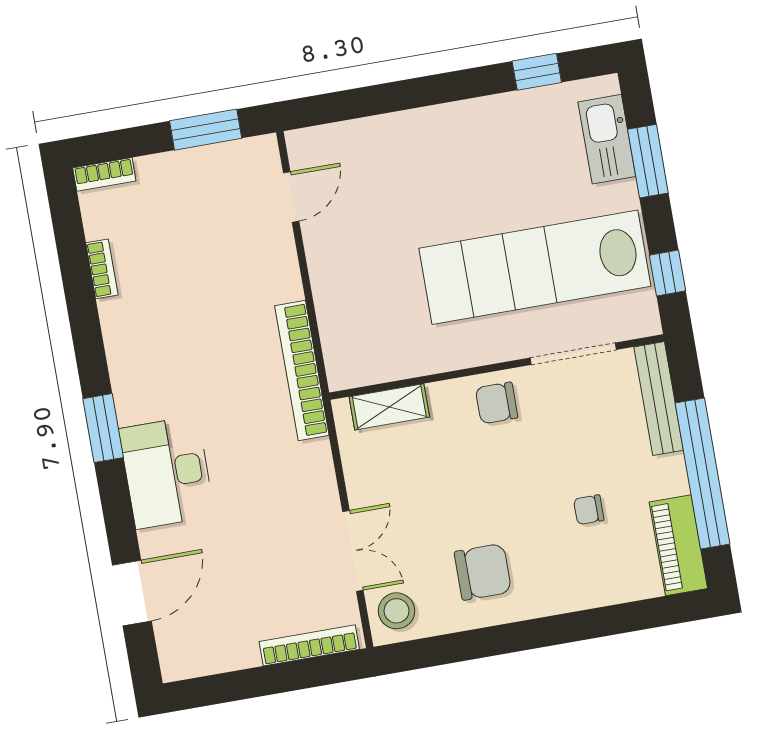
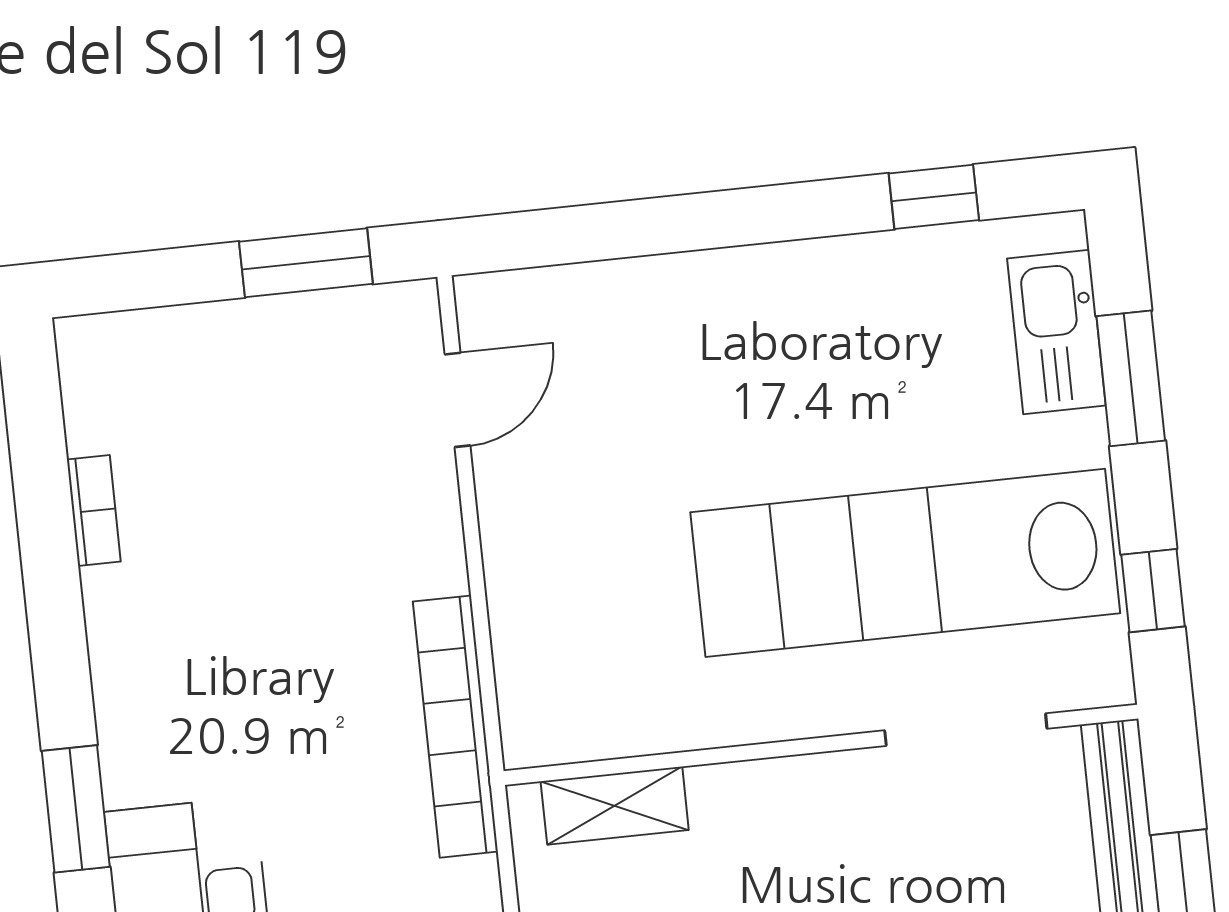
bookcase: (104, 174) -> (110, 334), removed
chair: (497, 403) -> (816, 812), removed

